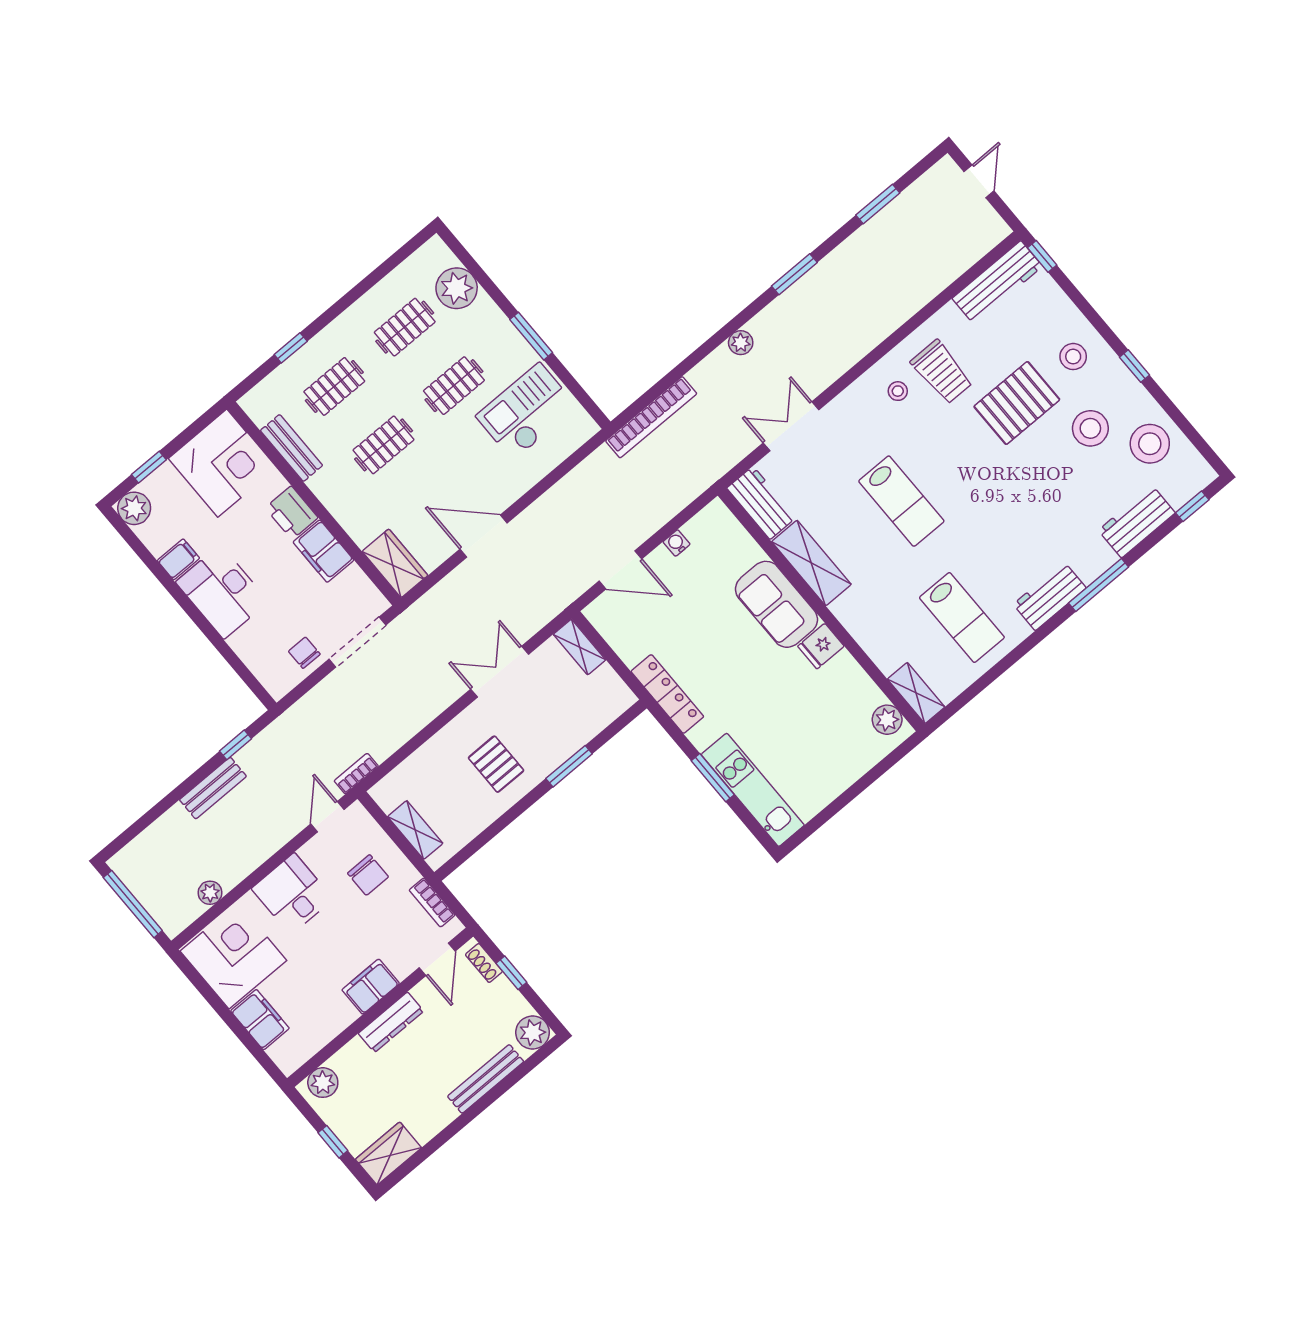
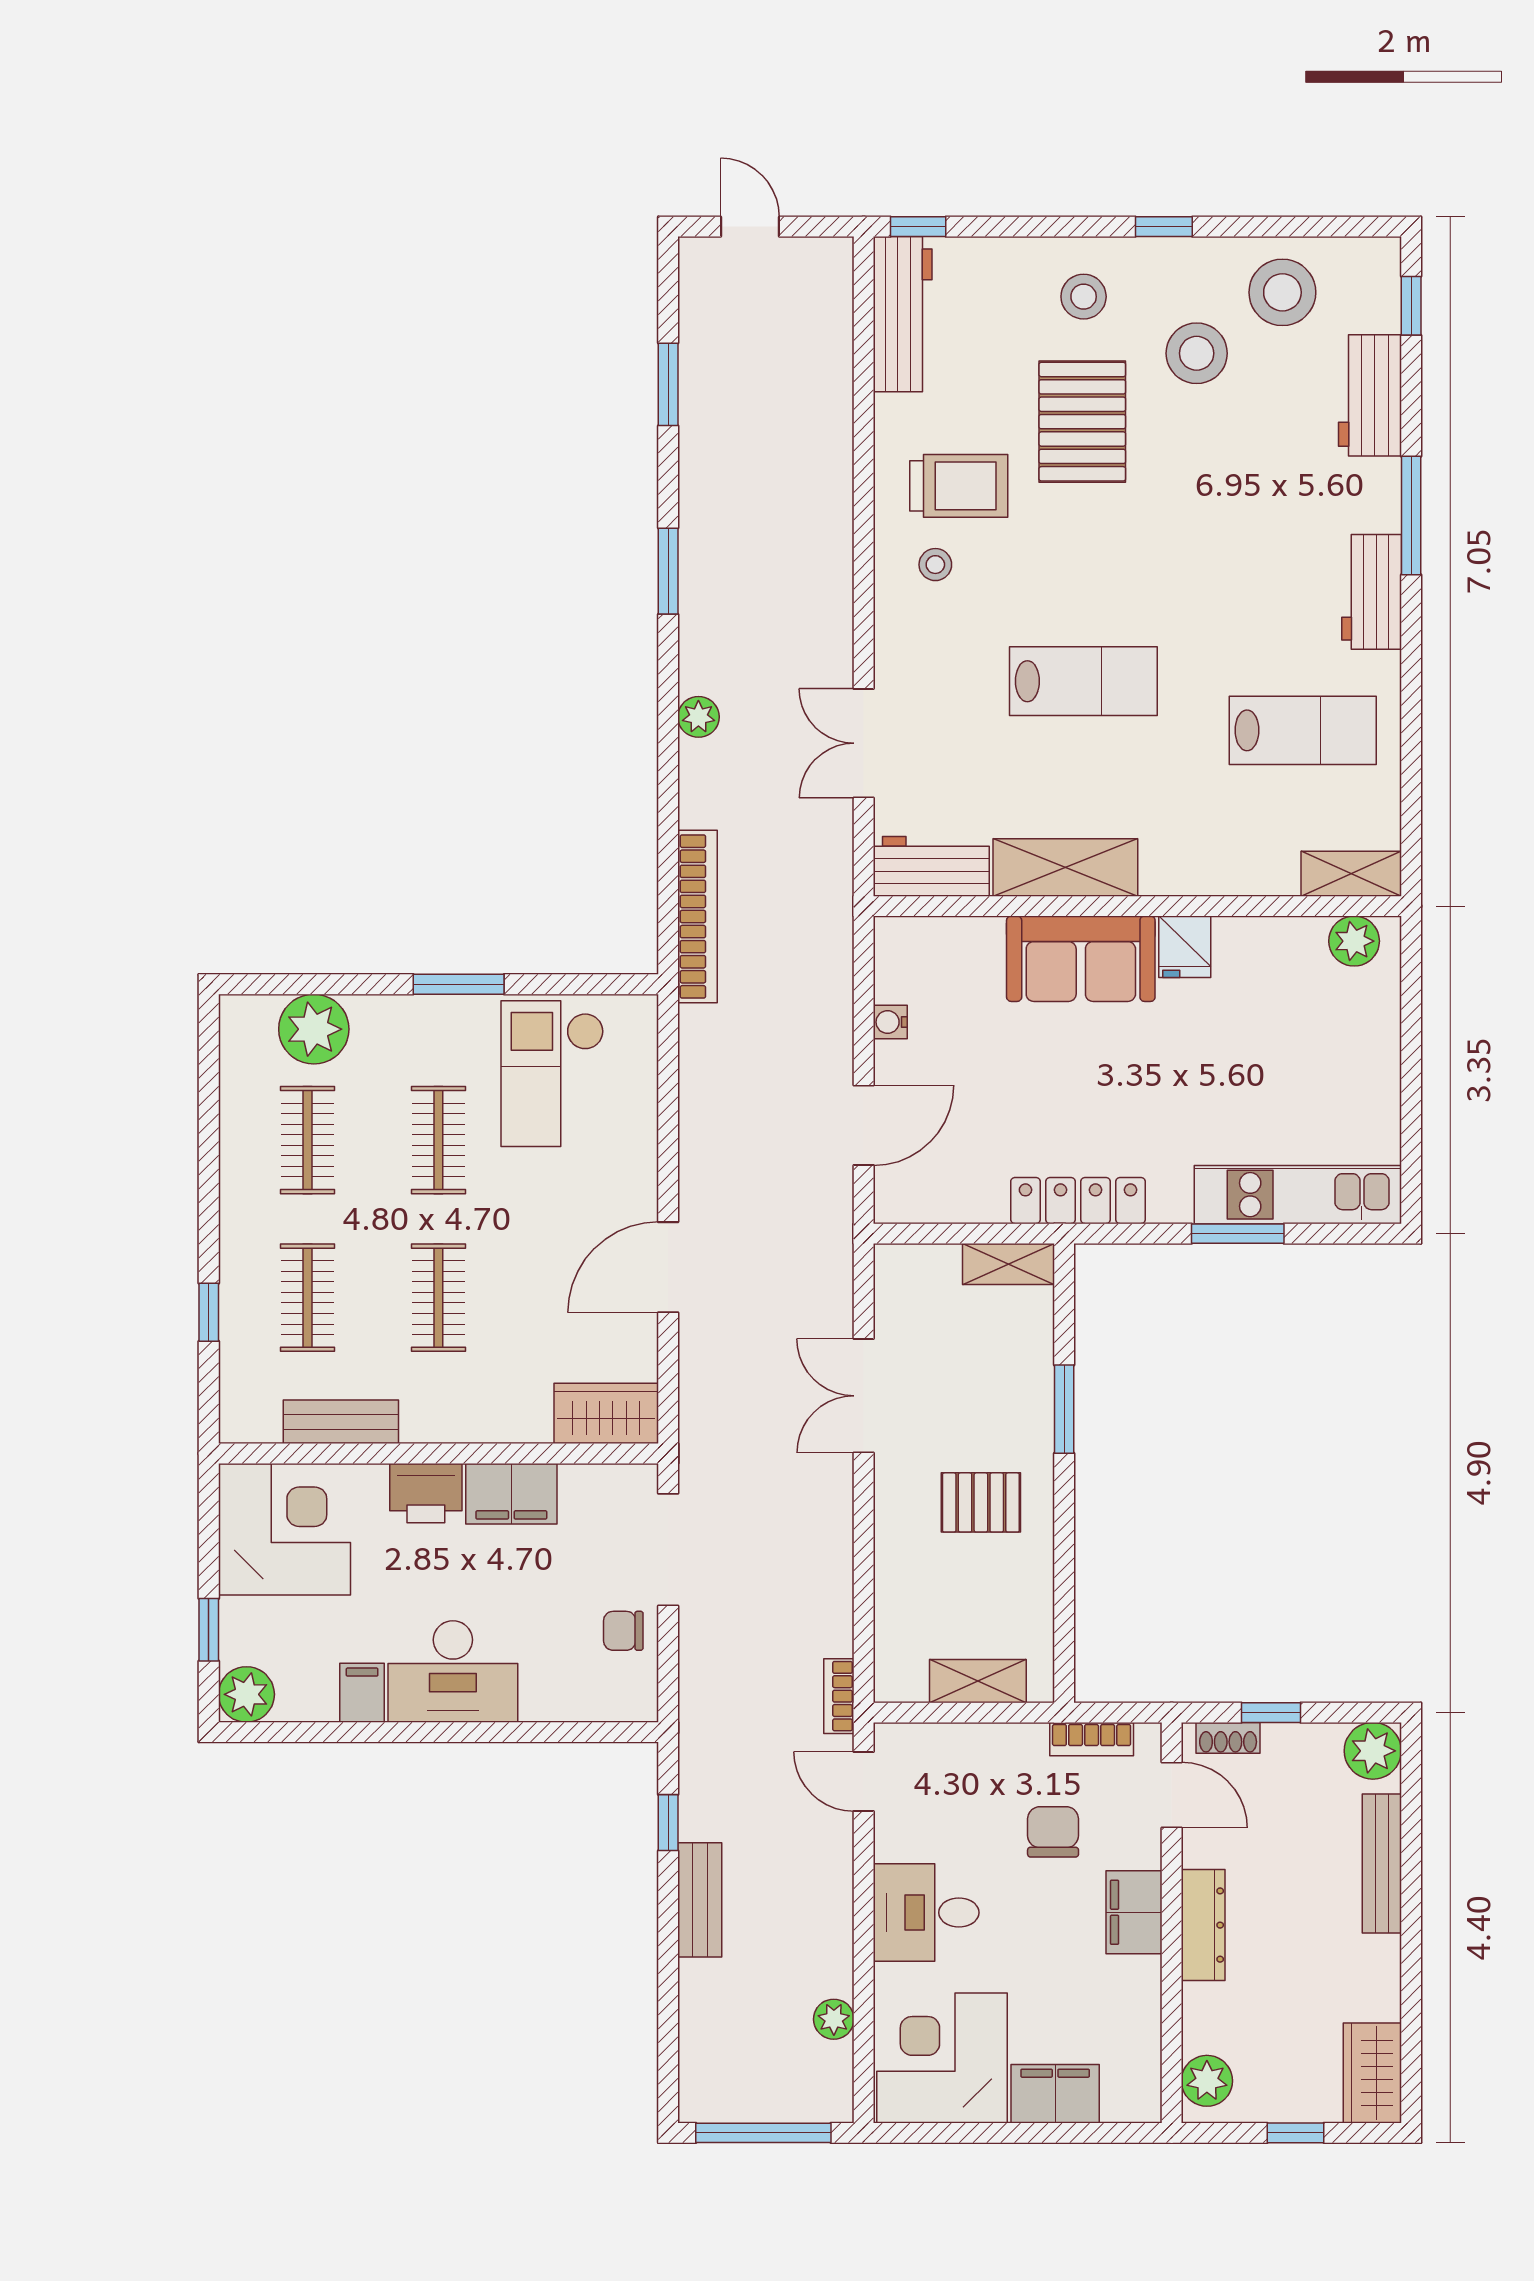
shelving: (580, 647) -> (1008, 1264), moved
chair: (368, 875) -> (1053, 1832), moved, turned -90

